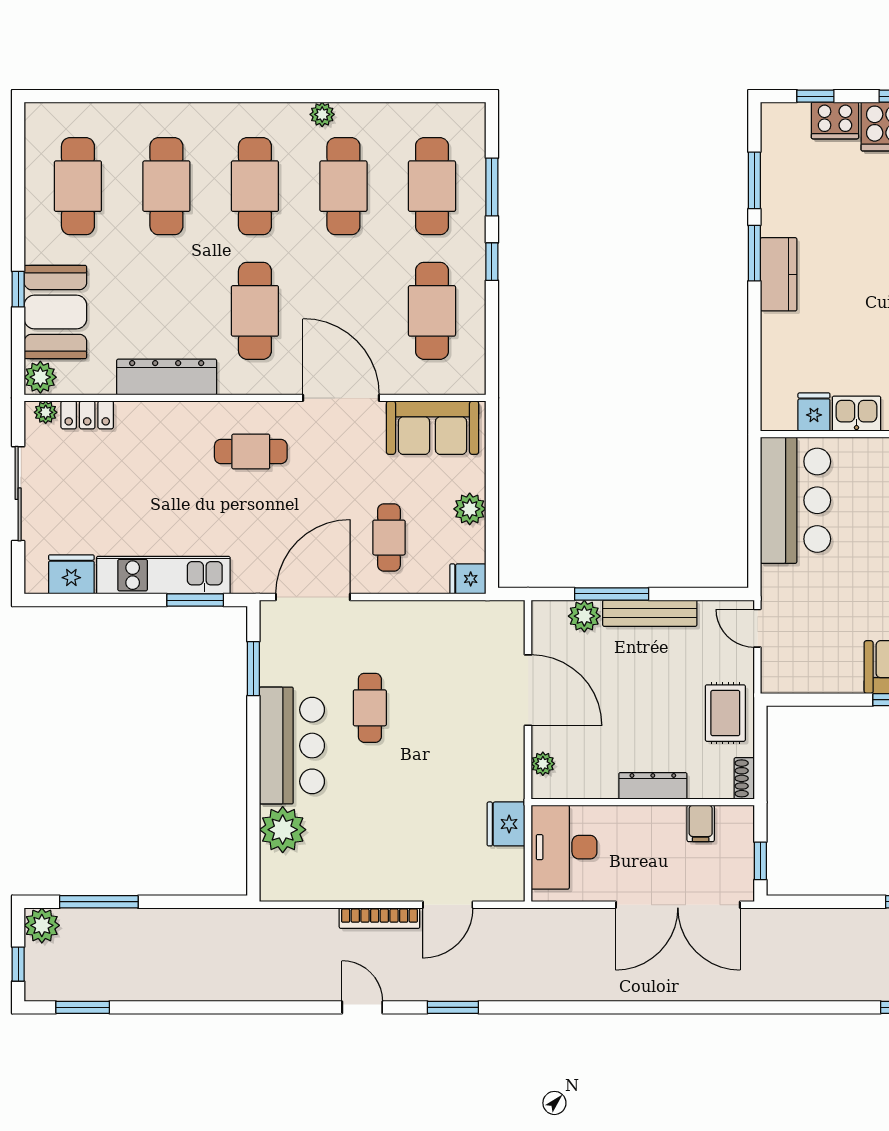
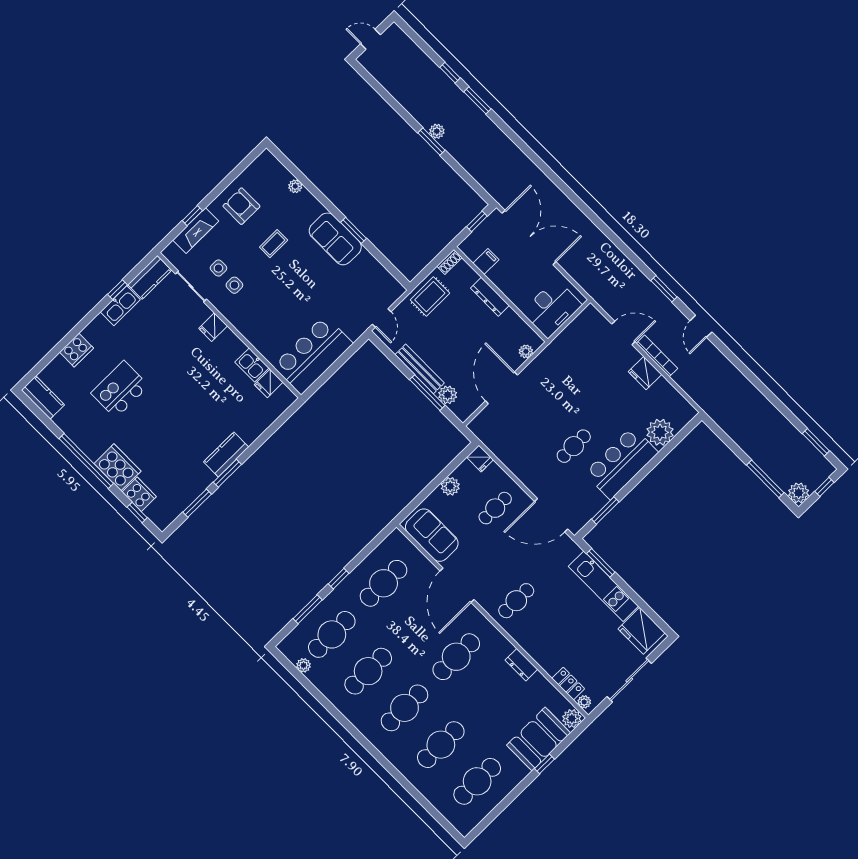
plant: (322, 114) -> (304, 665), moved
dresser: (167, 377) -> (521, 665), width x0.51, depth x0.80
cafe table: (251, 452) -> (516, 601), turned 90
fridge: (71, 574) -> (641, 631), width x1.36, depth x1.34
fridge: (506, 824) -> (645, 373), moved, turned 90

